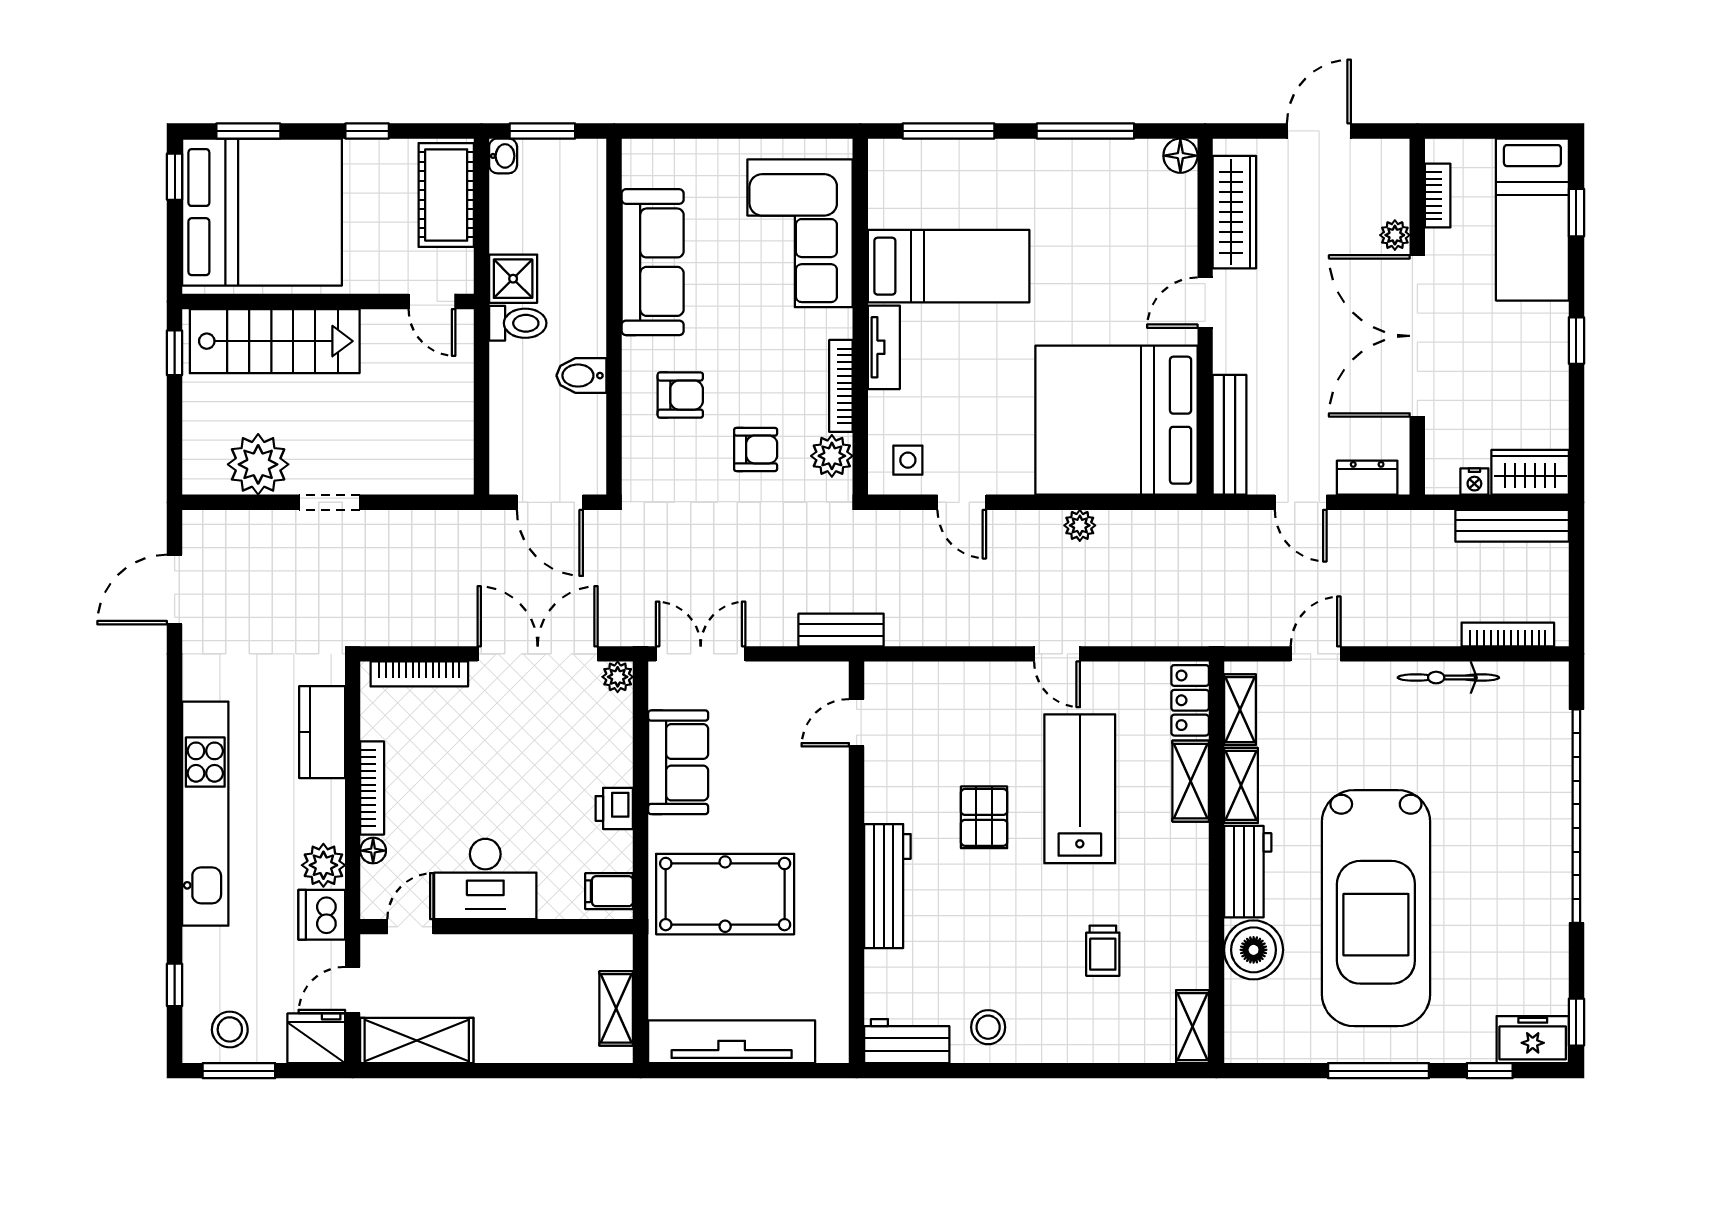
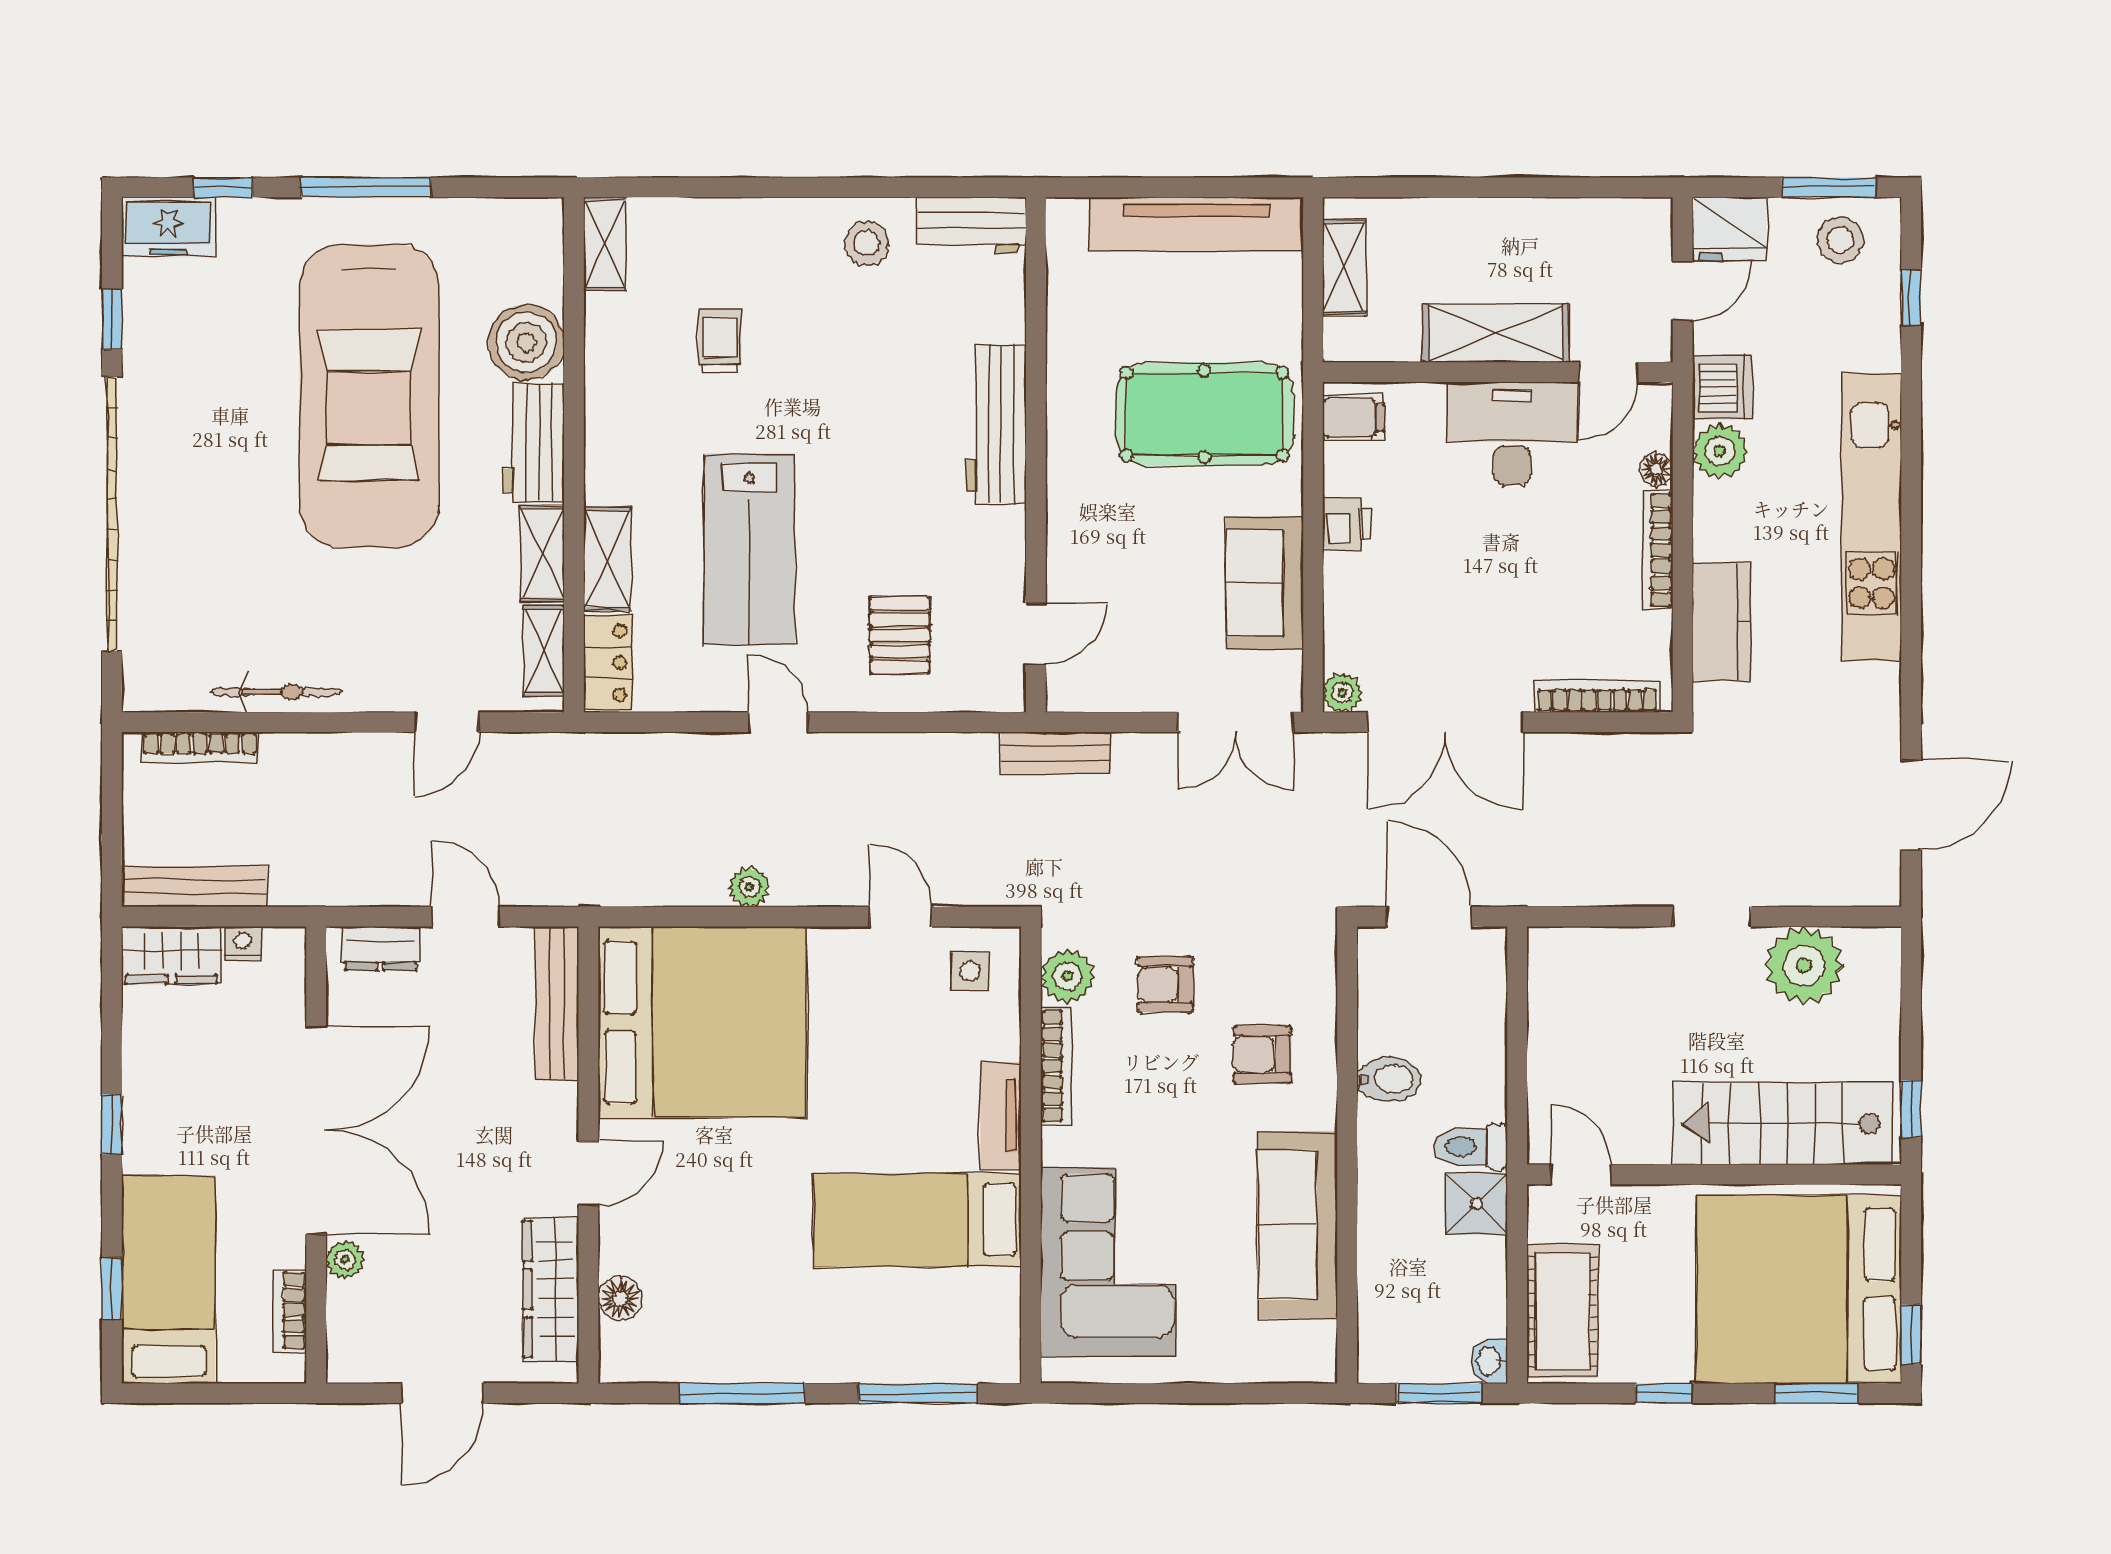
floor lamp: (1180, 156) -> (620, 1299), moved
pallet: (984, 817) -> (900, 635), moved
car: (1376, 908) -> (369, 396), turned 180
window: (1576, 1022) -> (112, 319), moved
shelving: (417, 1040) -> (1496, 333), moved

